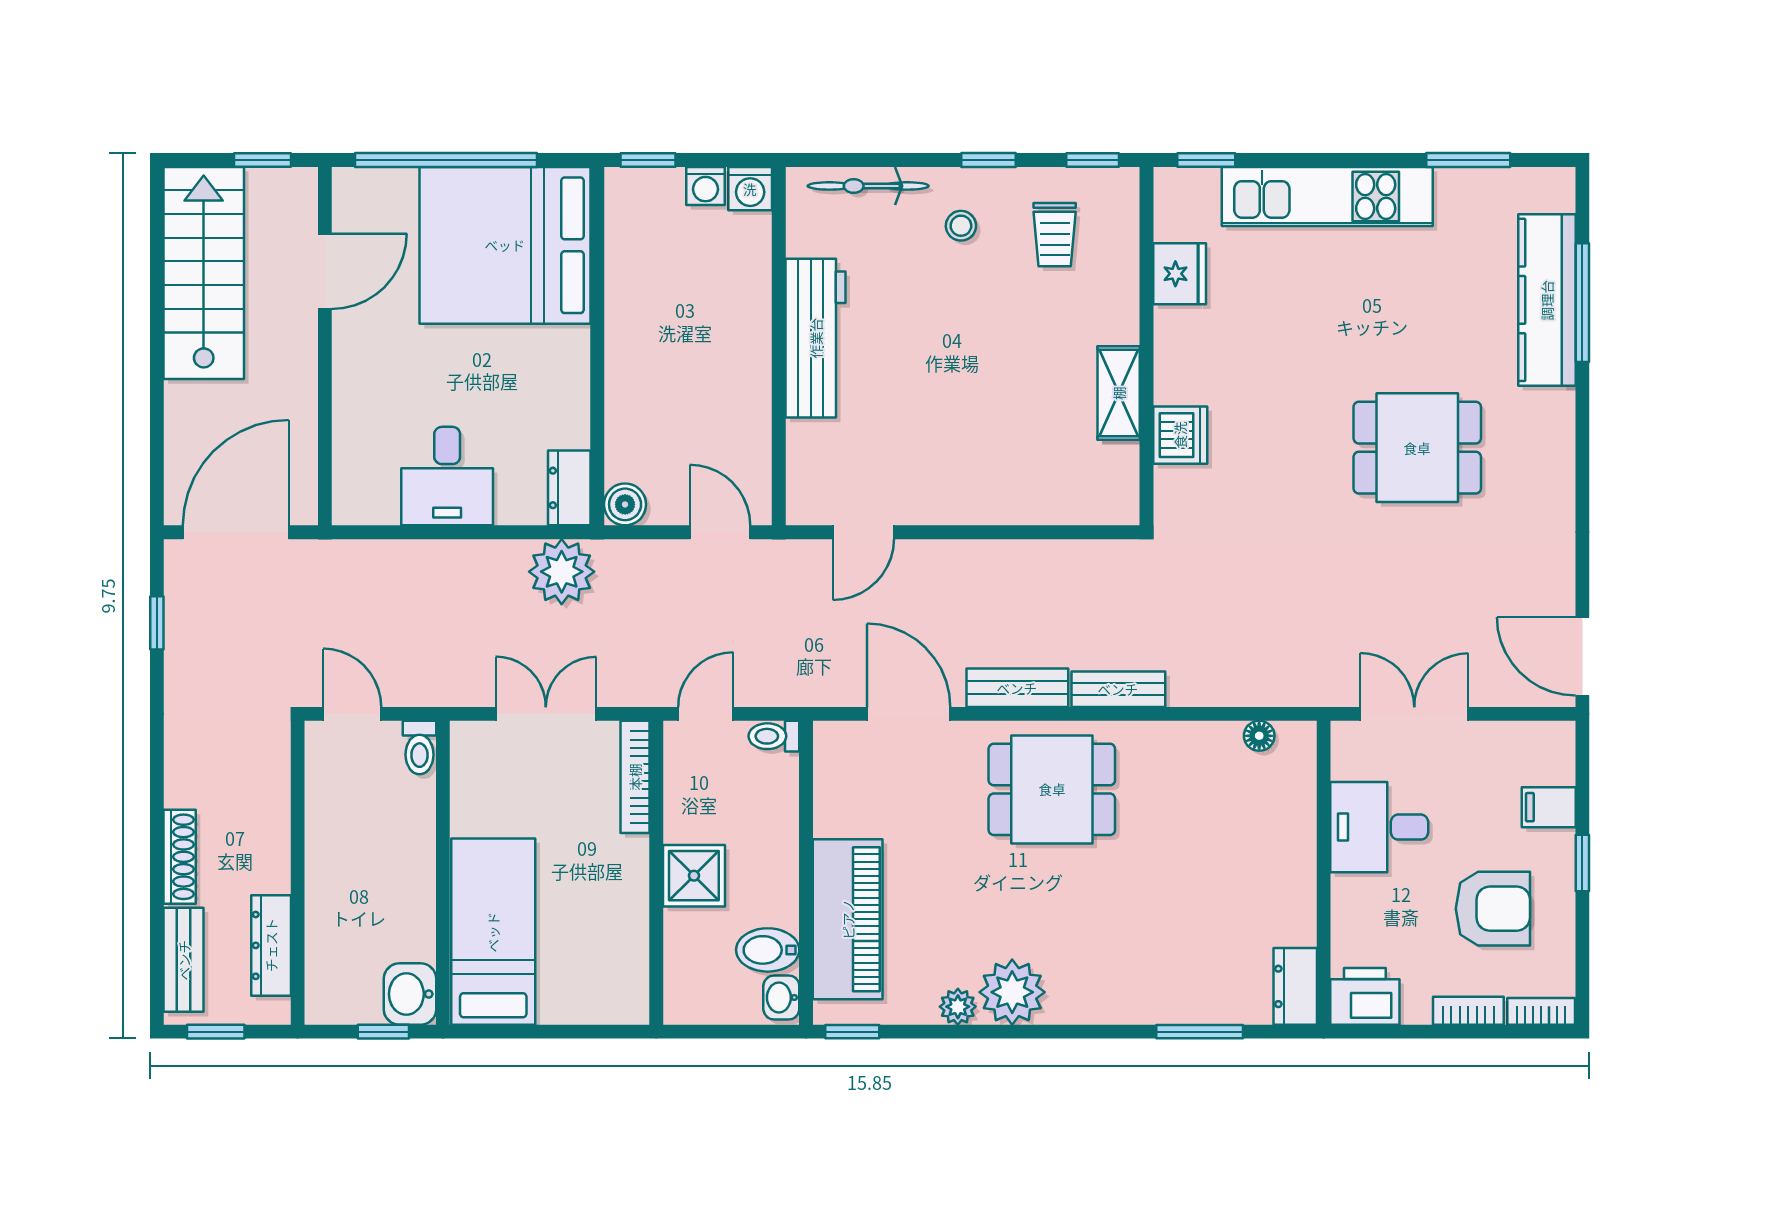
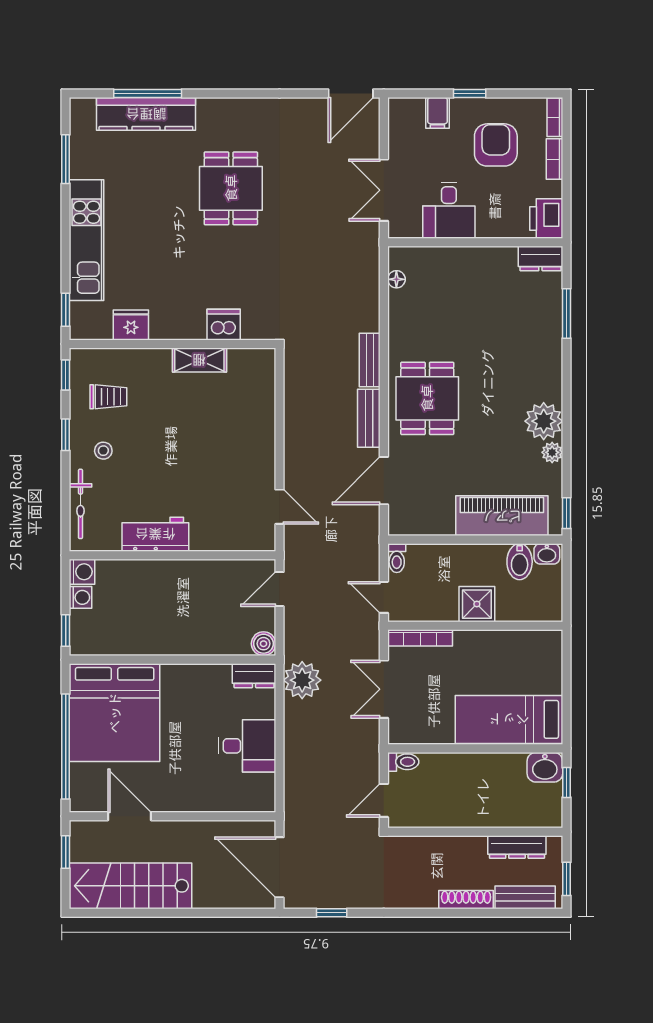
workbench: (816, 338) -> (155, 534), width x0.73

